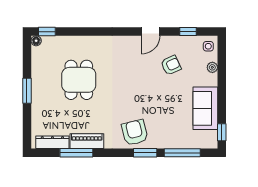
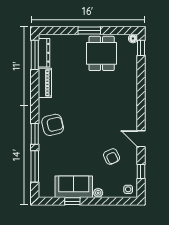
plant: (212, 67) -> (98, 193), moved
dining table: (79, 80) -> (102, 53), moved, turned 90
window: (222, 132) -> (72, 201), moved
window: (76, 153) -> (35, 55), moved

